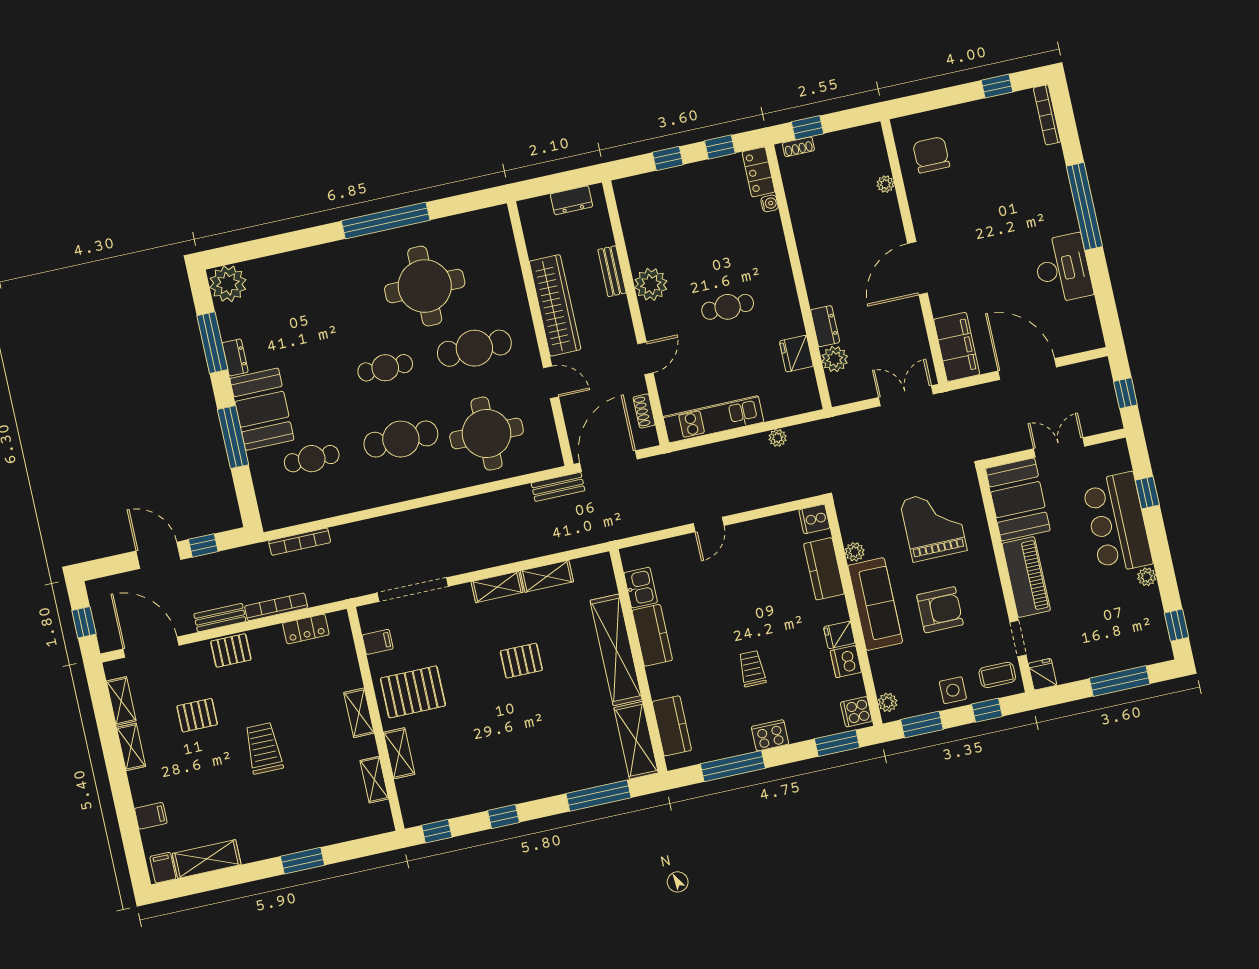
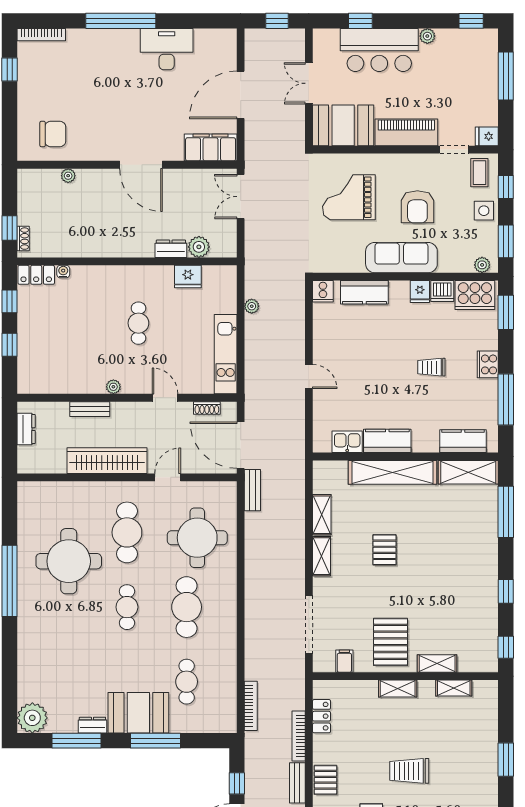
chair: (931, 155) -> (53, 134), turned 180
plant: (651, 284) -> (113, 387), width x0.53, depth x0.53
plant: (855, 552) -> (356, 265), removed
armchair: (940, 610) -> (417, 207), turned 180
cooker: (856, 712) -> (475, 295), width x1.87, depth x1.31

